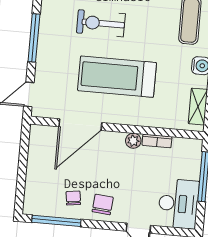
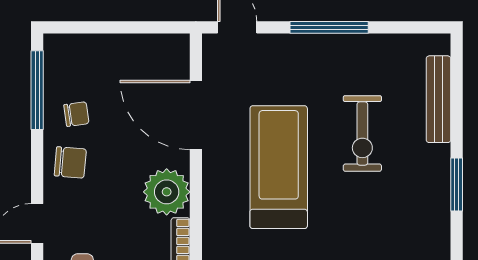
exercise bike: (101, 23) -> (362, 134), turned 180
plant: (133, 141) -> (167, 192), width x1.88, depth x1.88

